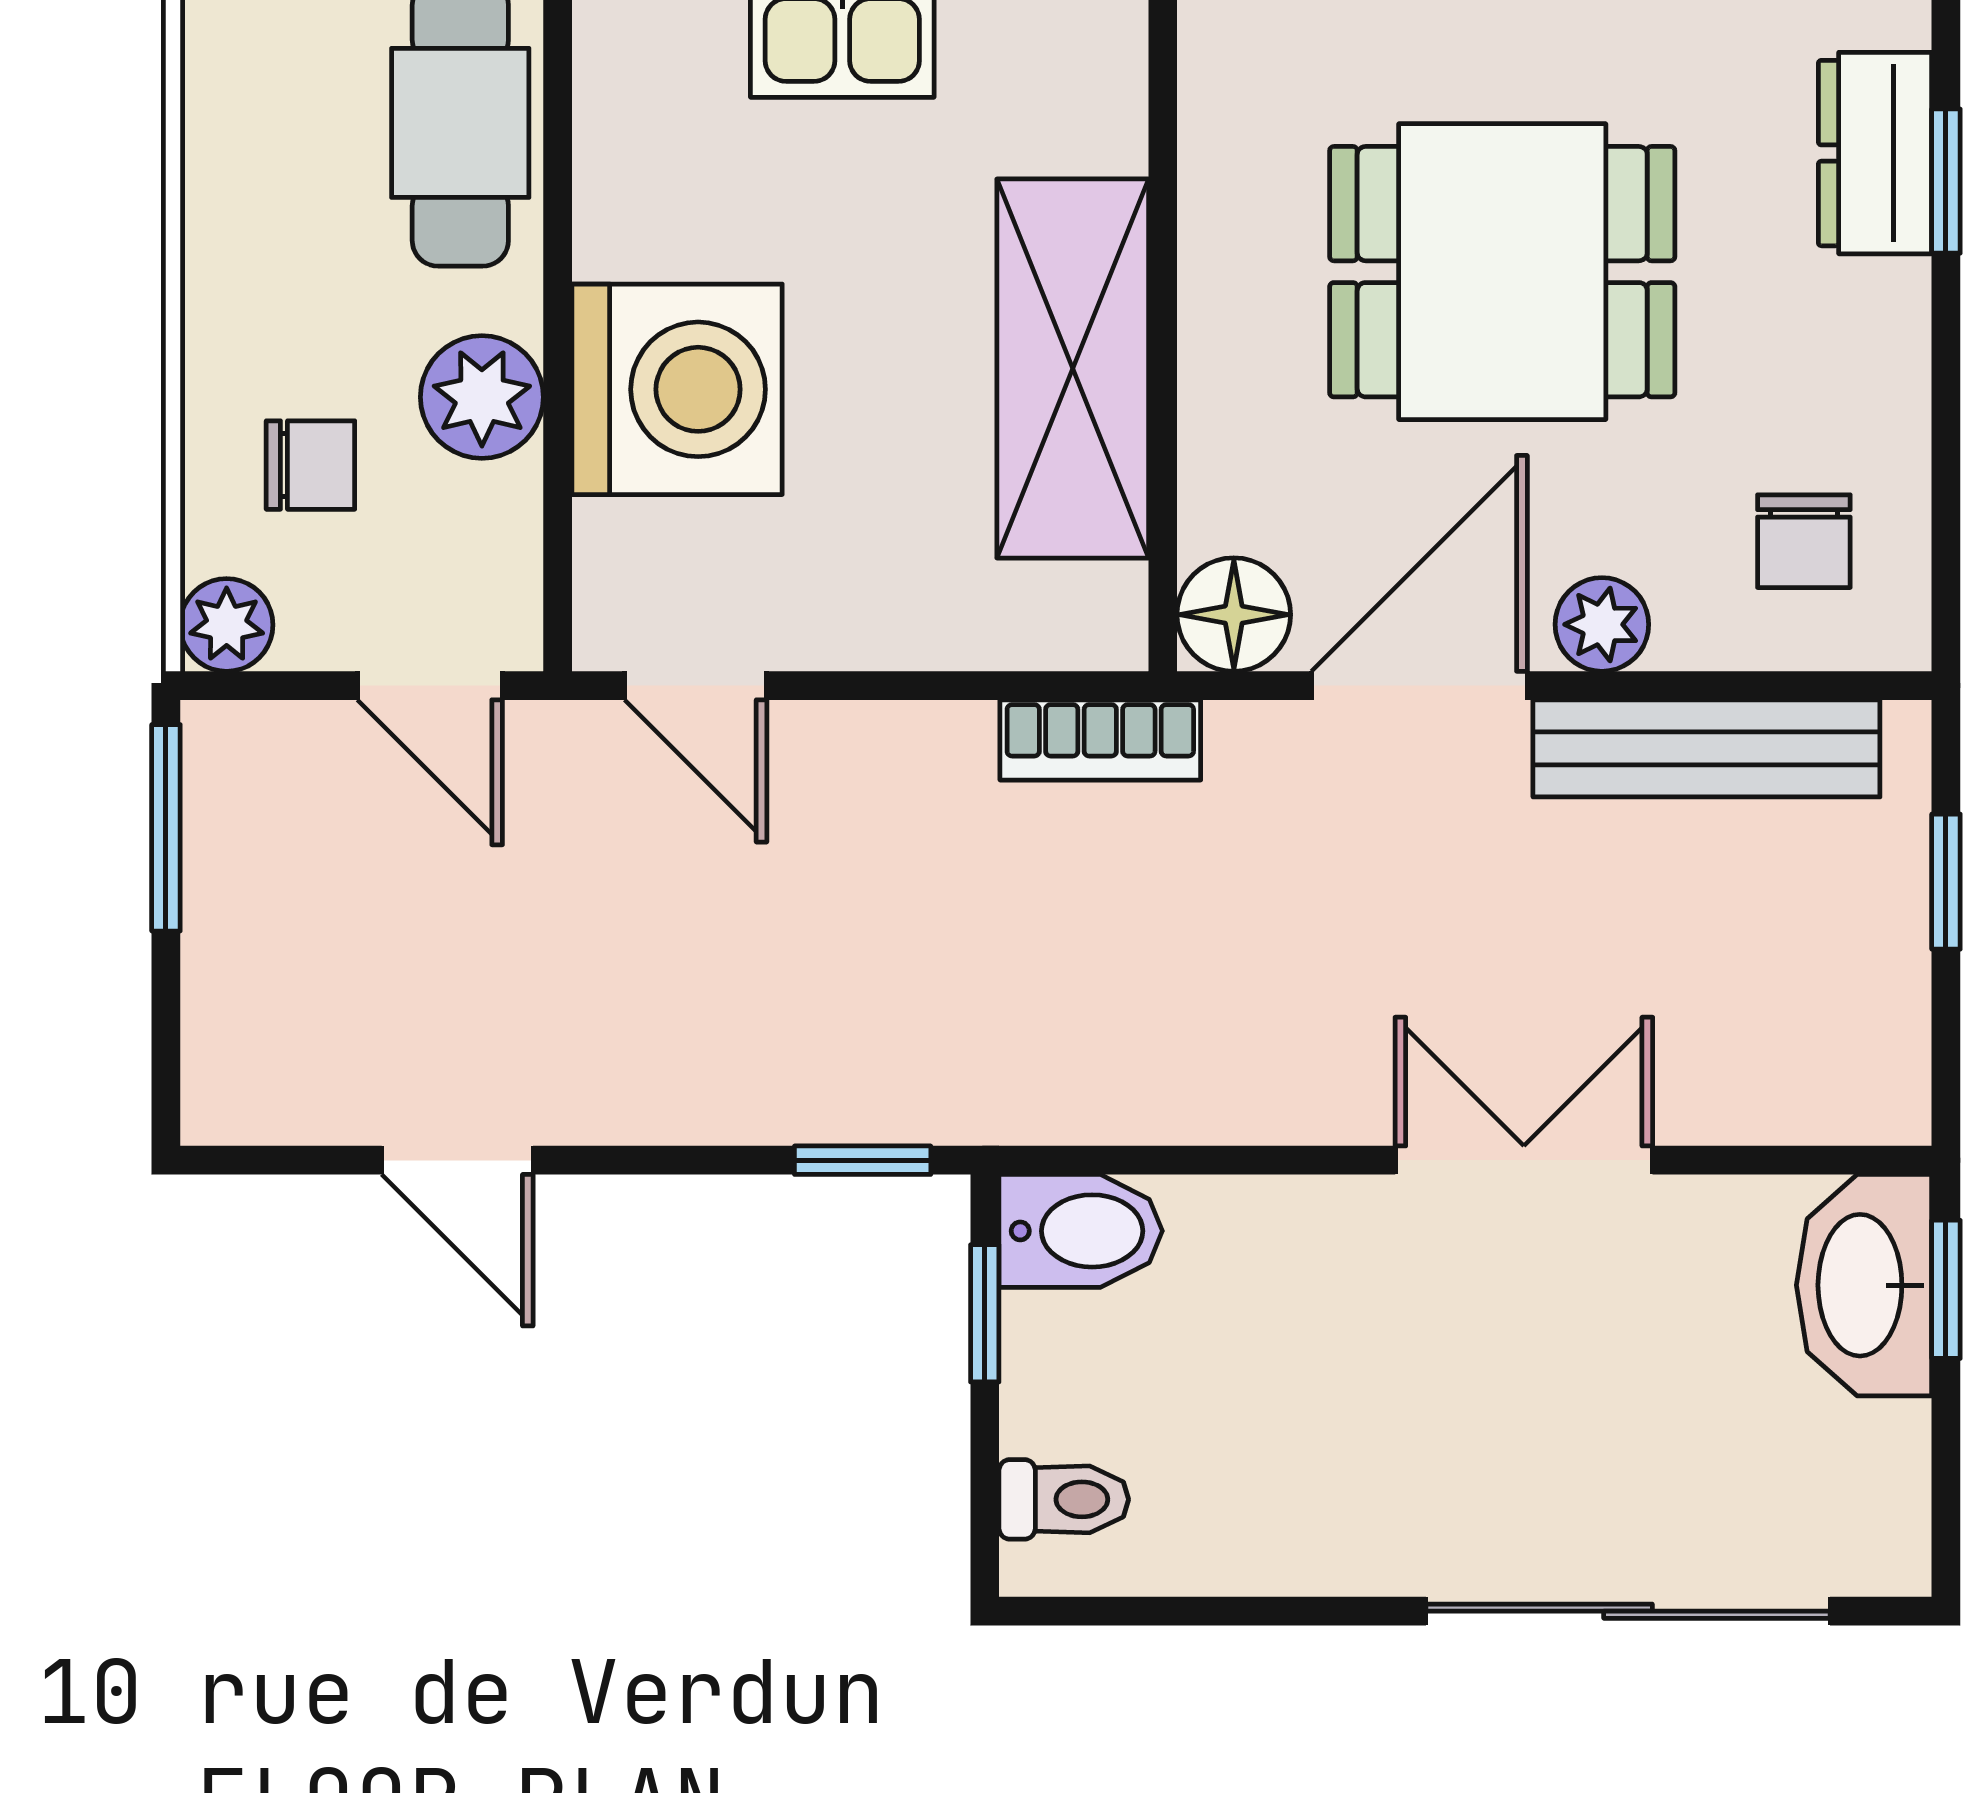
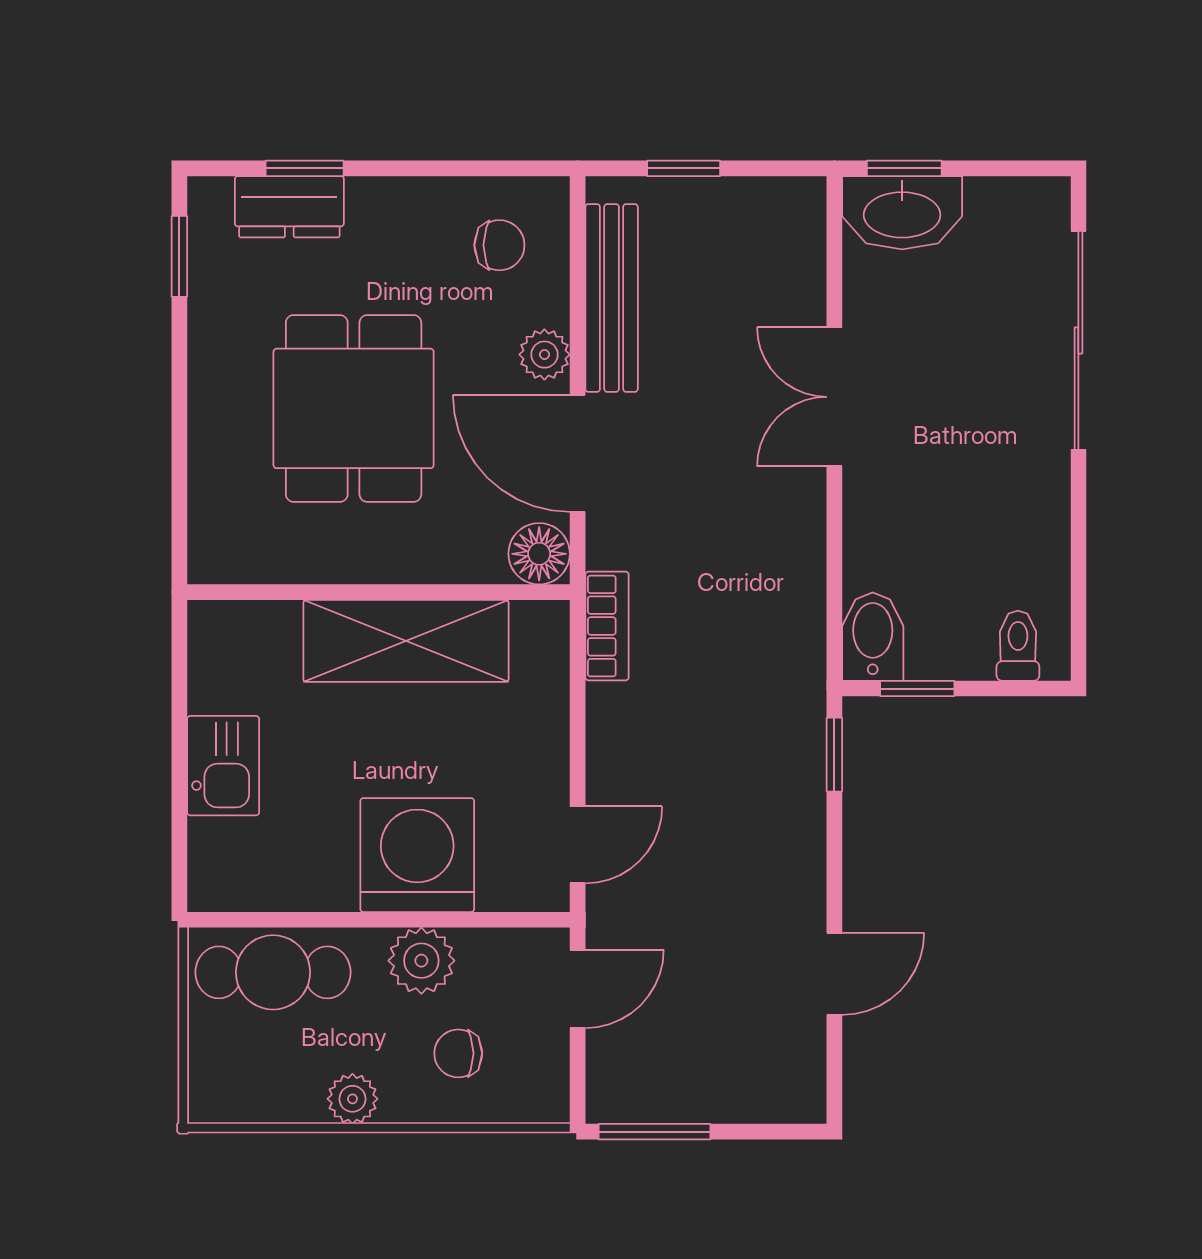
chair: (310, 465) -> (458, 1053), turned -90
plant: (227, 625) -> (352, 1099), moved

